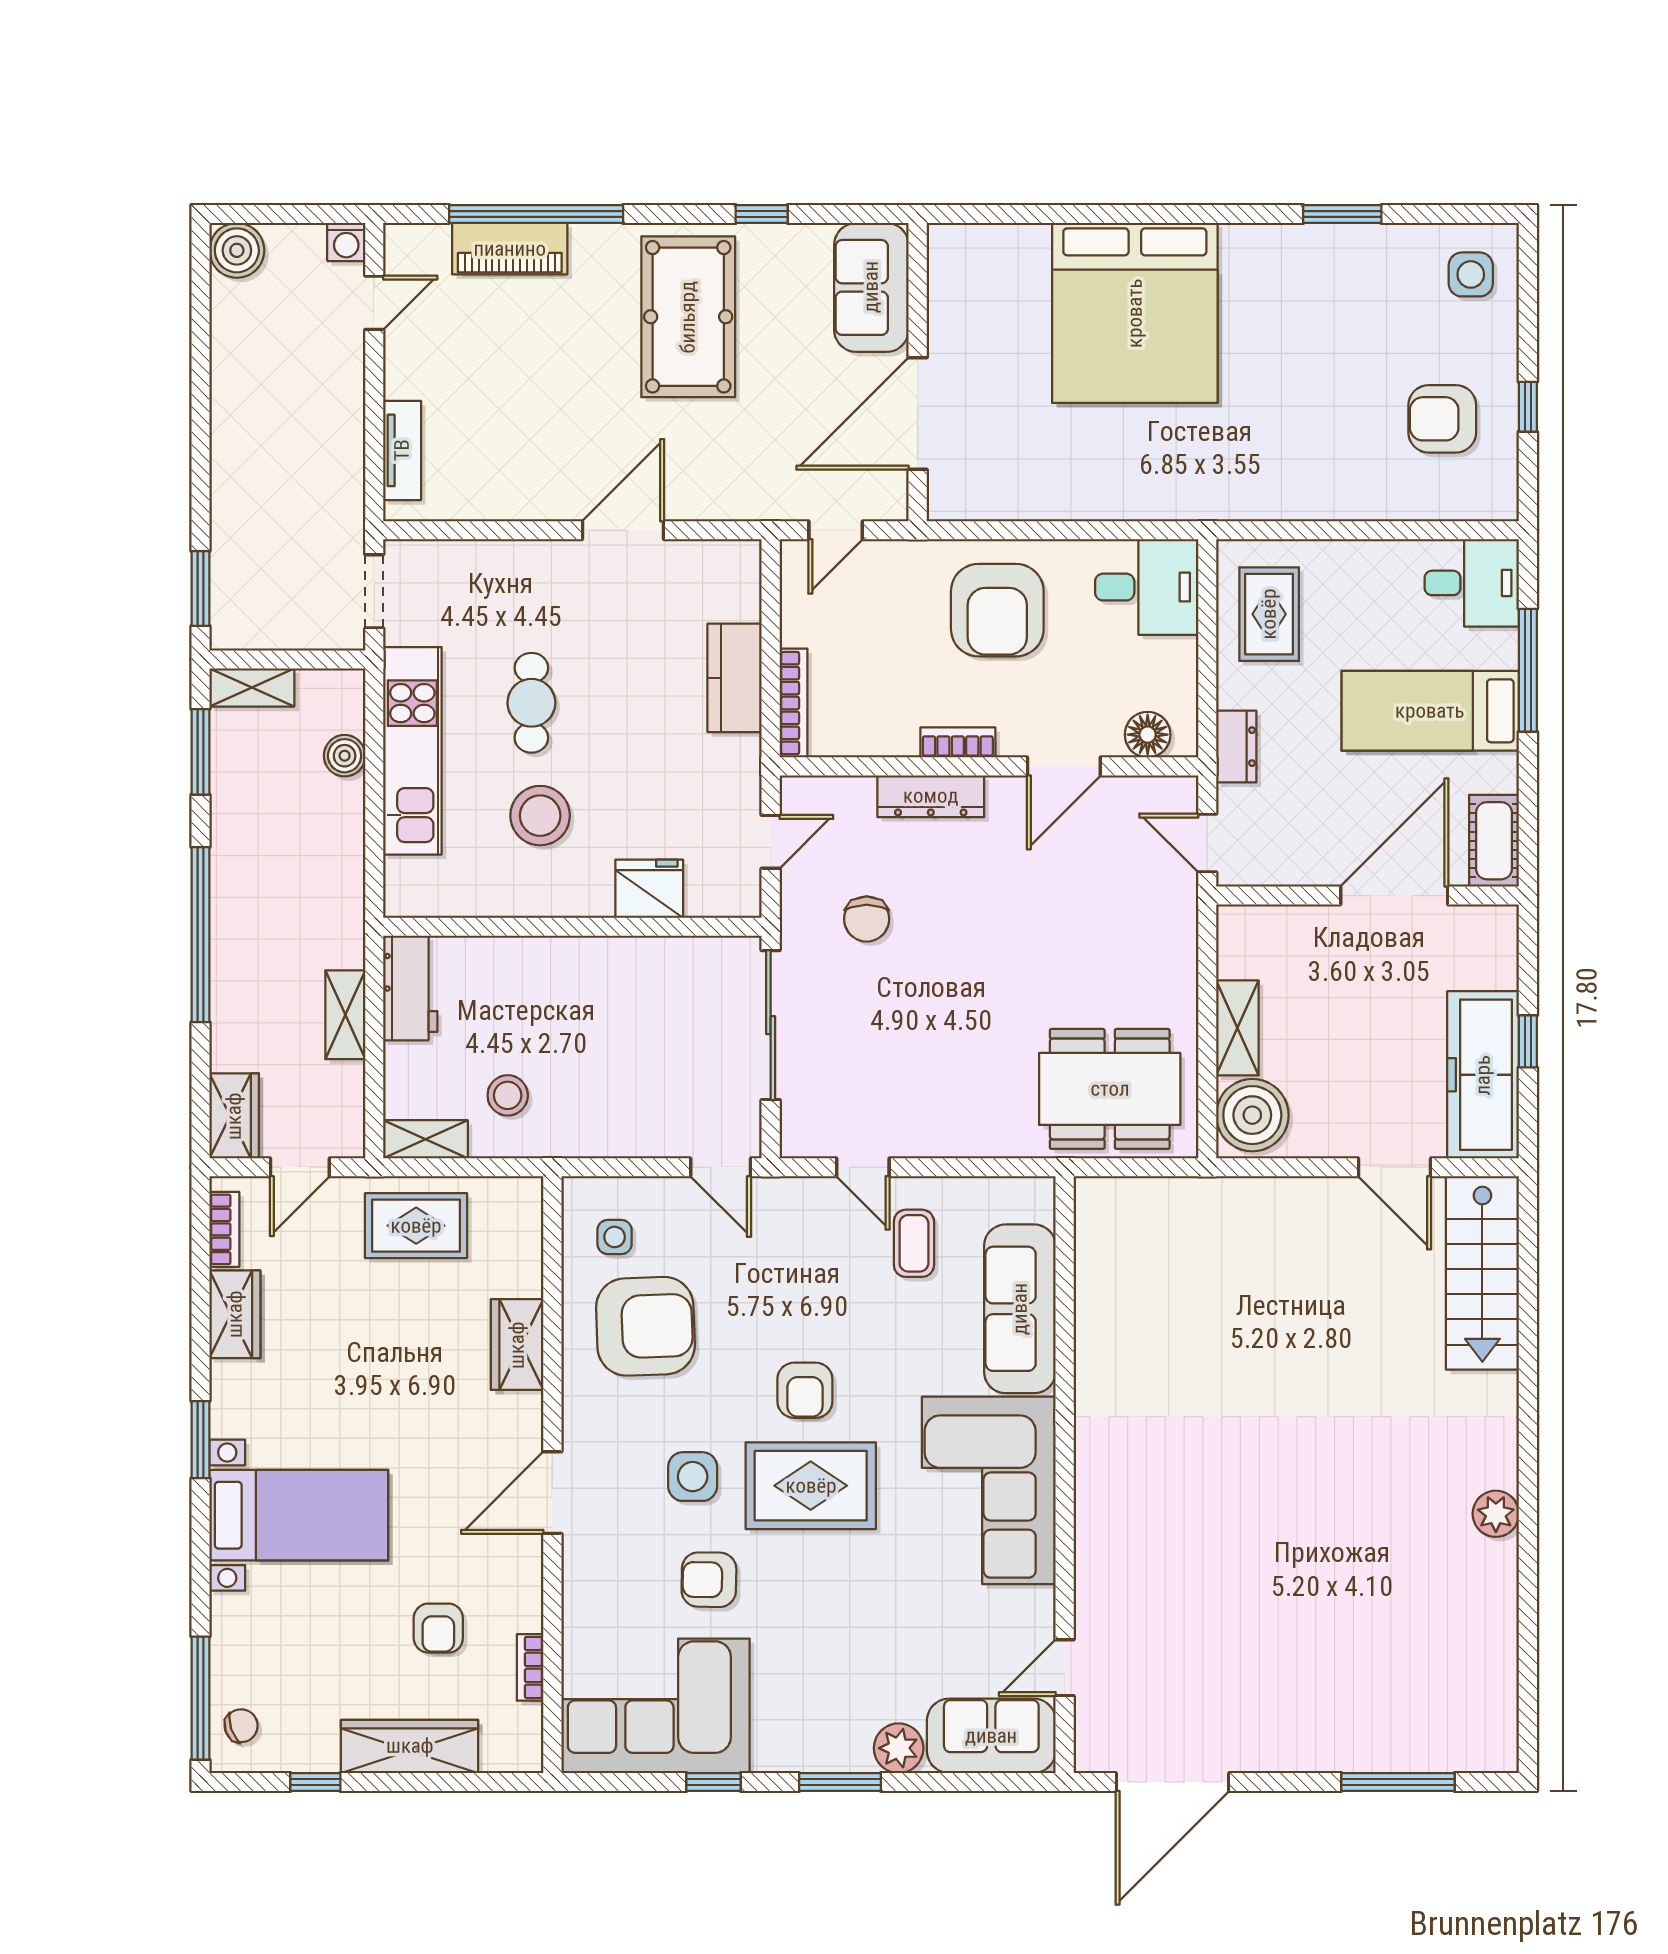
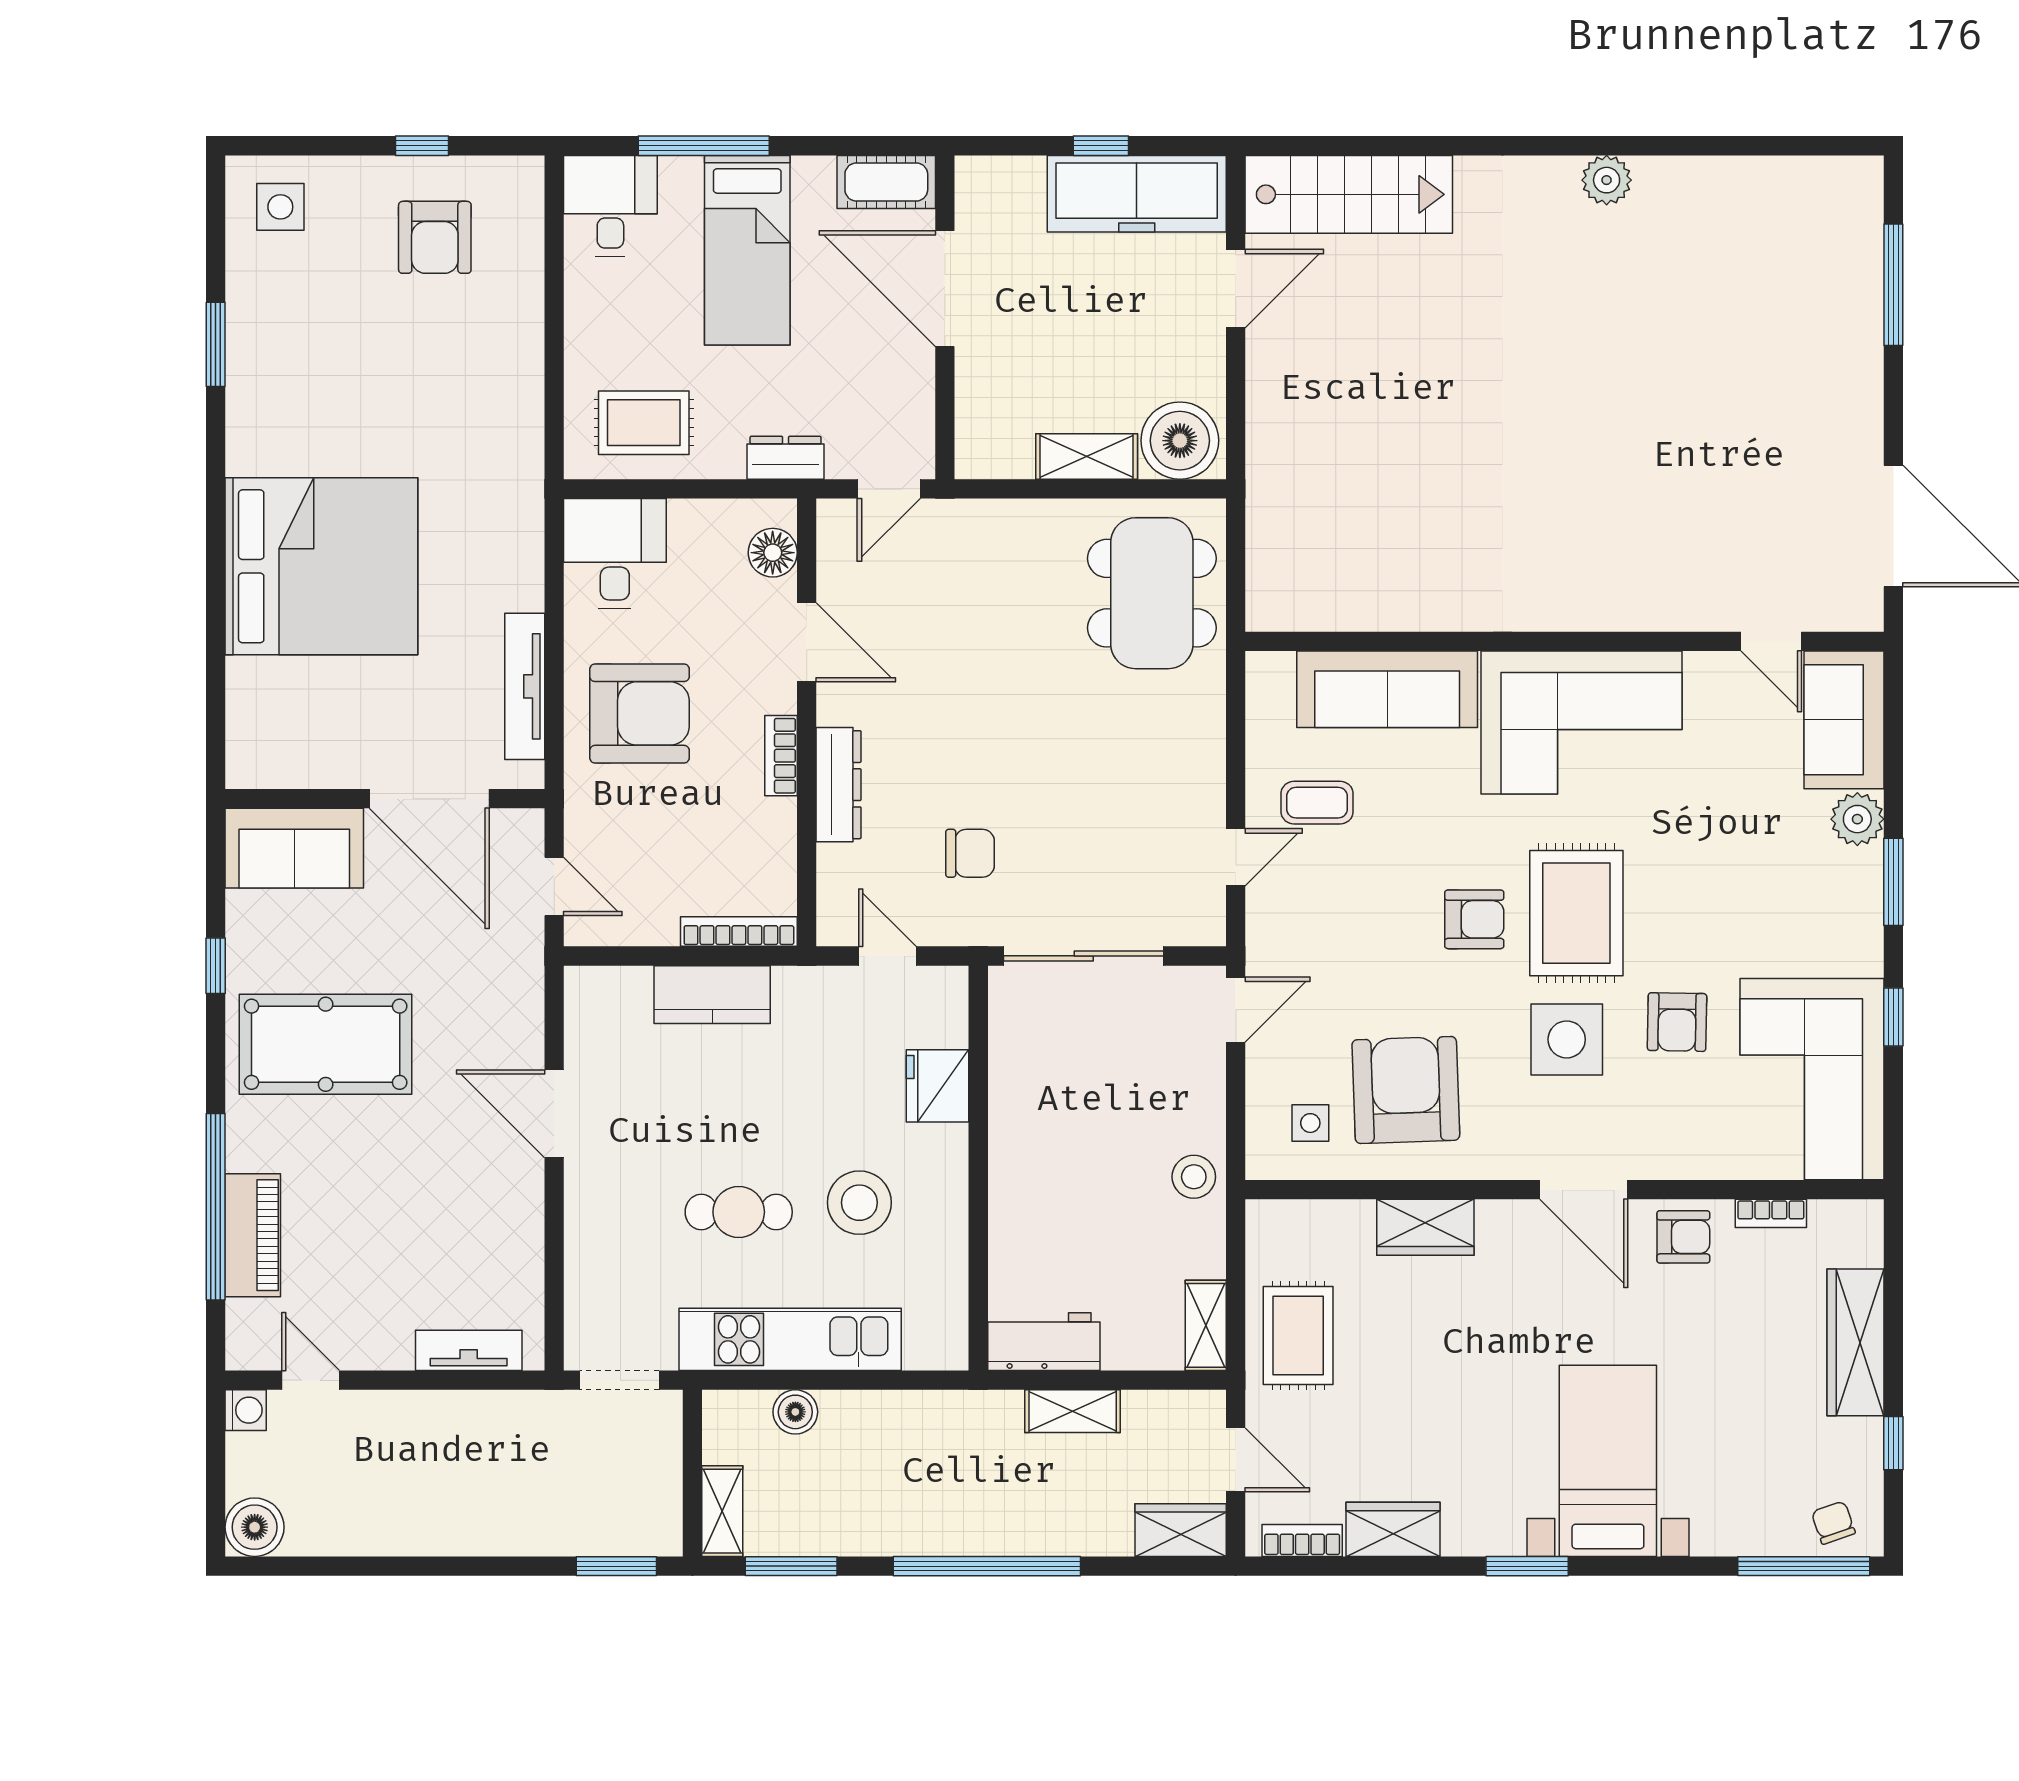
tv unit: (1023, 503) -> (525, 686), added
stool: (508, 1095) -> (1194, 1177), moved
side table: (693, 1477) -> (1567, 1039), width x1.37, depth x1.37
armchair: (438, 1628) -> (1683, 1237), moved

